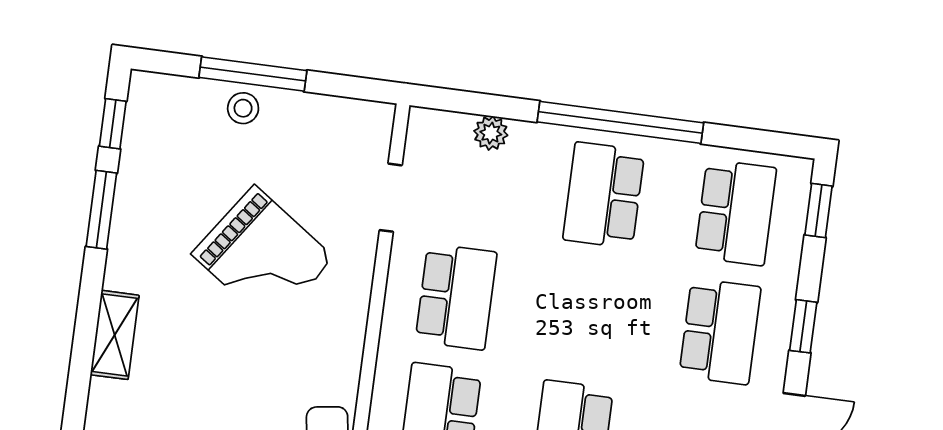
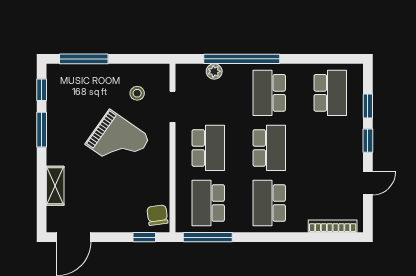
window: (253, 74) -> (84, 59), moved
stool: (243, 108) -> (137, 93), moved
window: (620, 122) -> (242, 59), moved
window: (818, 211) -> (368, 106), moved
school desk: (720, 331) -> (269, 148), moved

